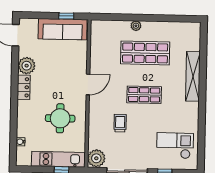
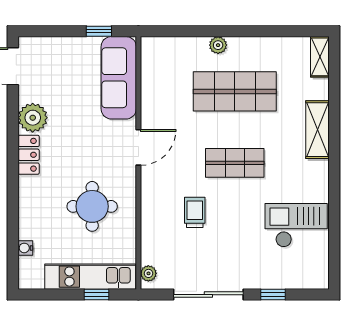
sofa: (63, 29) -> (119, 78), moved, turned 90
shelving: (195, 34) -> (320, 57), added
shelving: (193, 76) -> (317, 130), width x0.68
checkout: (175, 146) -> (296, 225), moved
plant: (96, 158) -> (148, 273), width x0.53, depth x0.53

